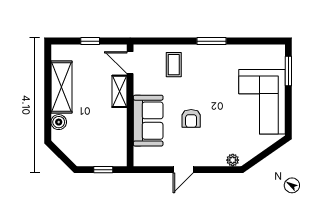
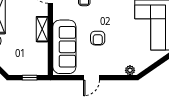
shelving: (120, 91) -> (42, 29), moved
sofa: (148, 121) -> (64, 47), width x1.36

